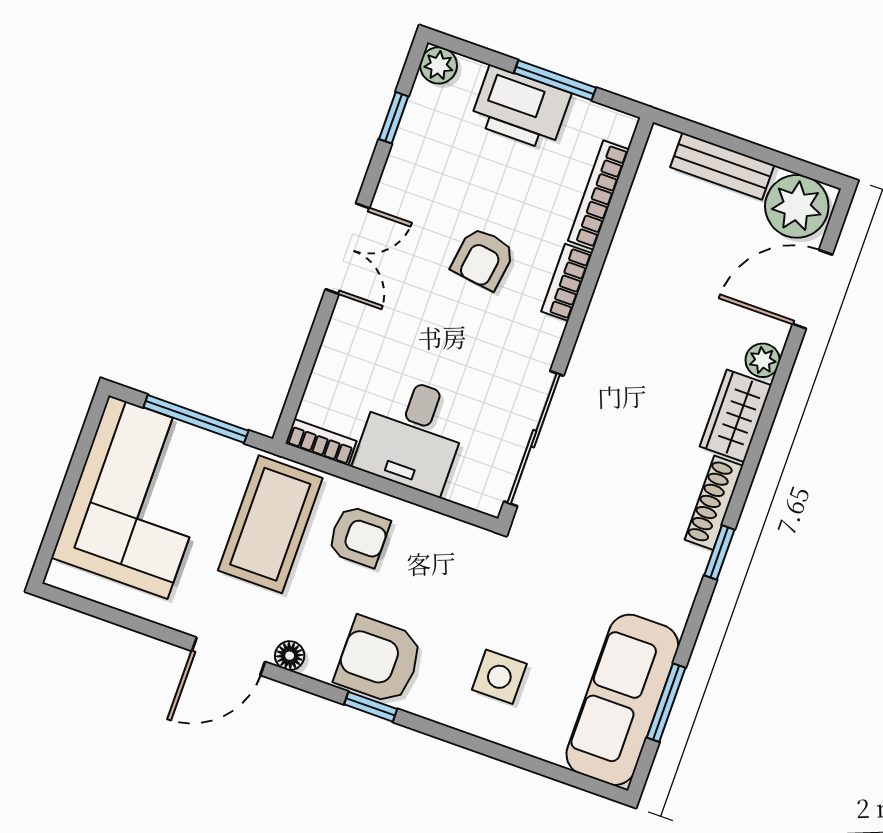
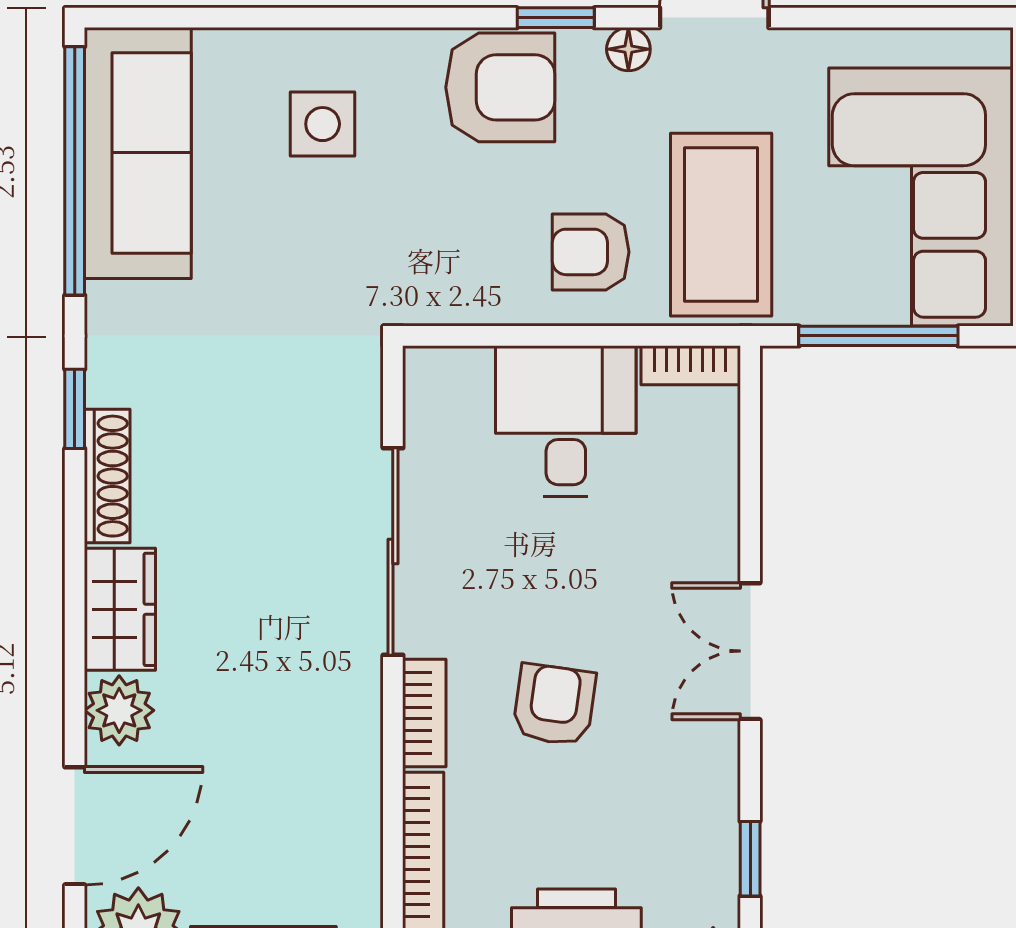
plant: (763, 360) -> (119, 710), width x1.38, depth x1.38
sliding door: (534, 439) -> (393, 552), moved
window: (666, 703) -> (75, 171), width x2.11
window: (371, 707) -> (556, 18), moved

